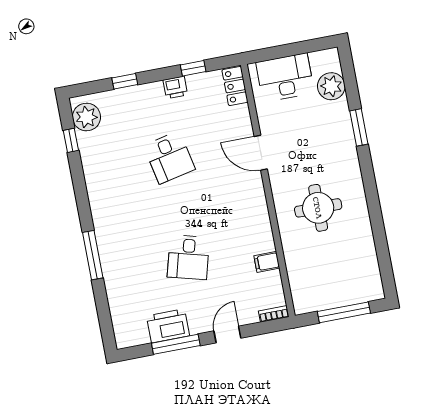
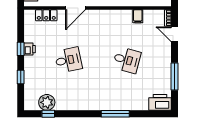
window: (193, 68) -> (21, 49), moved
locker: (235, 86) -> (46, 15), moved
plant: (86, 117) -> (47, 102), moved
printer: (168, 326) -> (160, 102), moved, turned 90
door: (227, 335) -> (174, 34), moved

